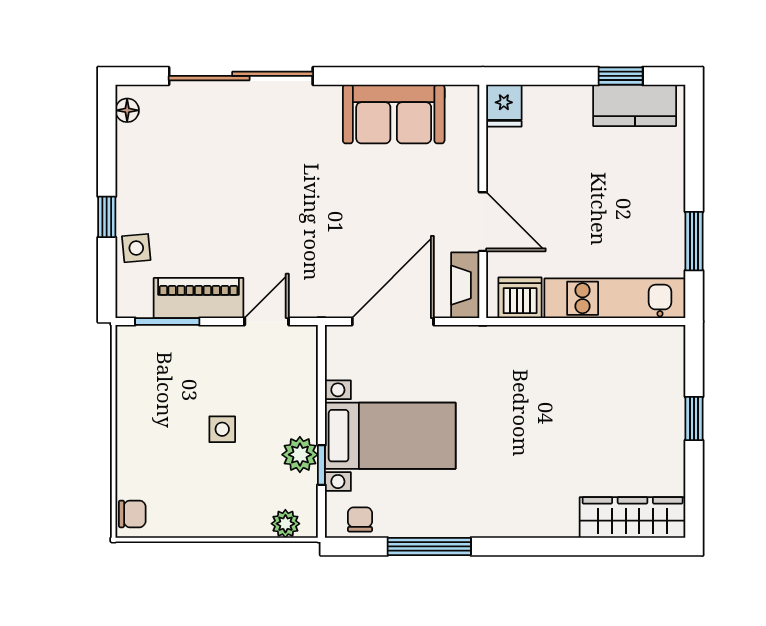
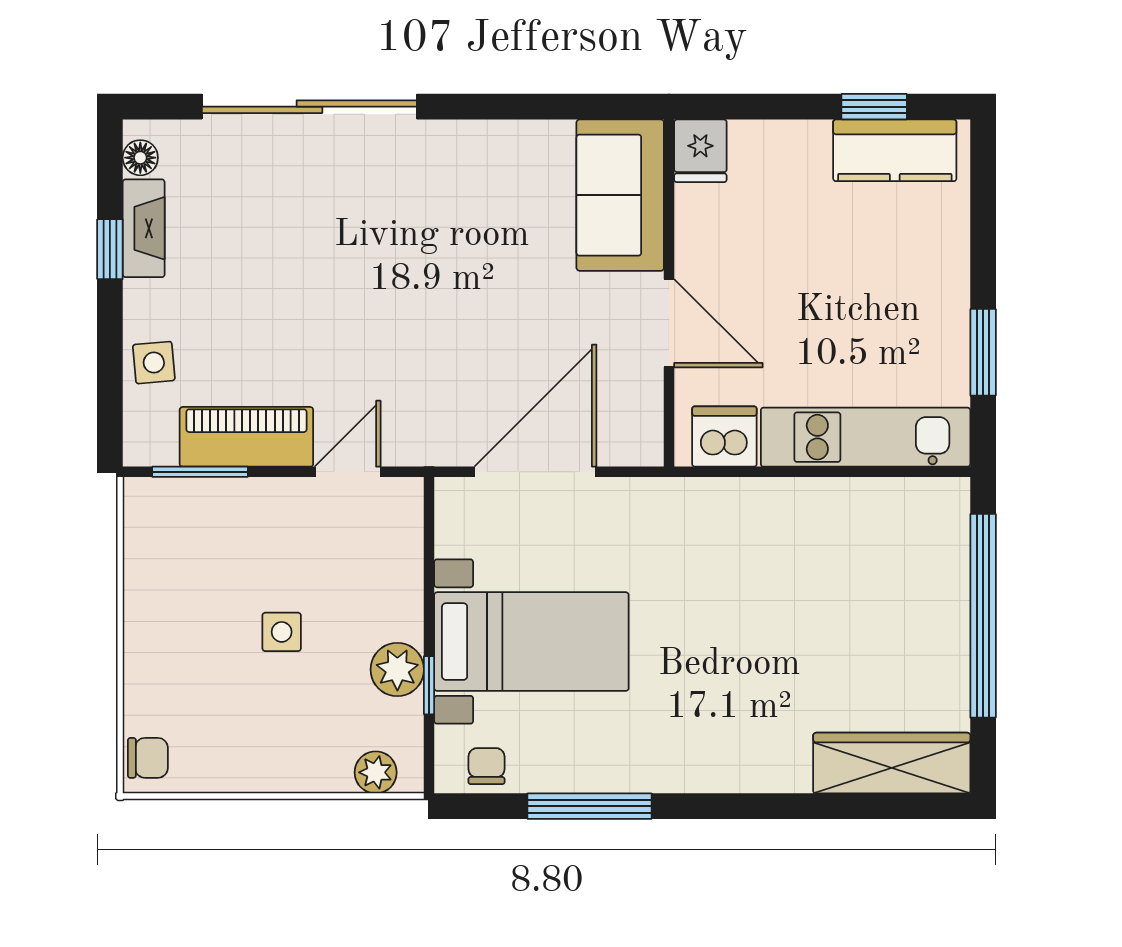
sofa: (394, 114) -> (620, 195), moved, turned 90
window: (107, 217) -> (110, 249), moved
fireplace: (465, 285) -> (144, 228), moved, turned 180
window: (694, 418) -> (983, 616), width x3.17

